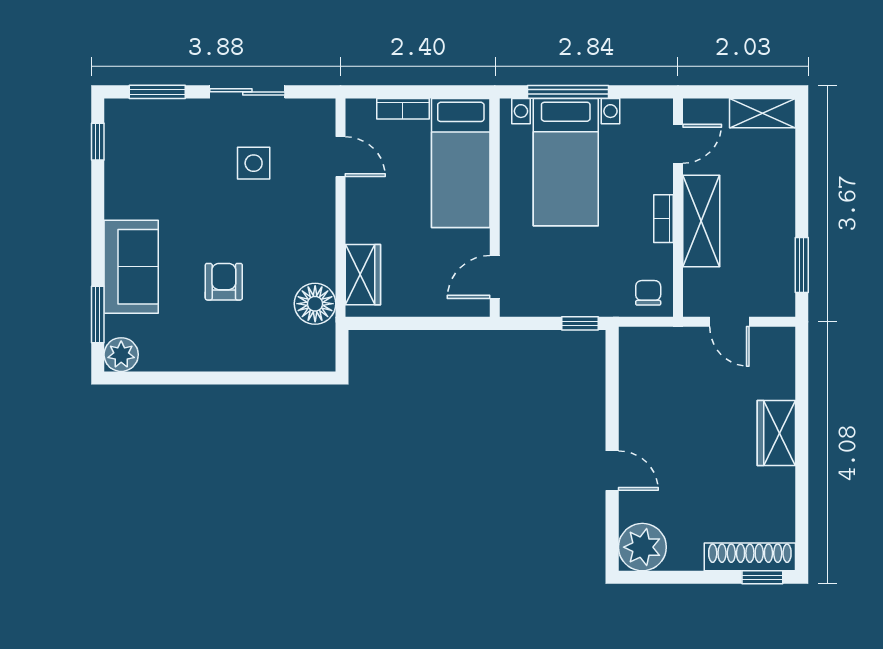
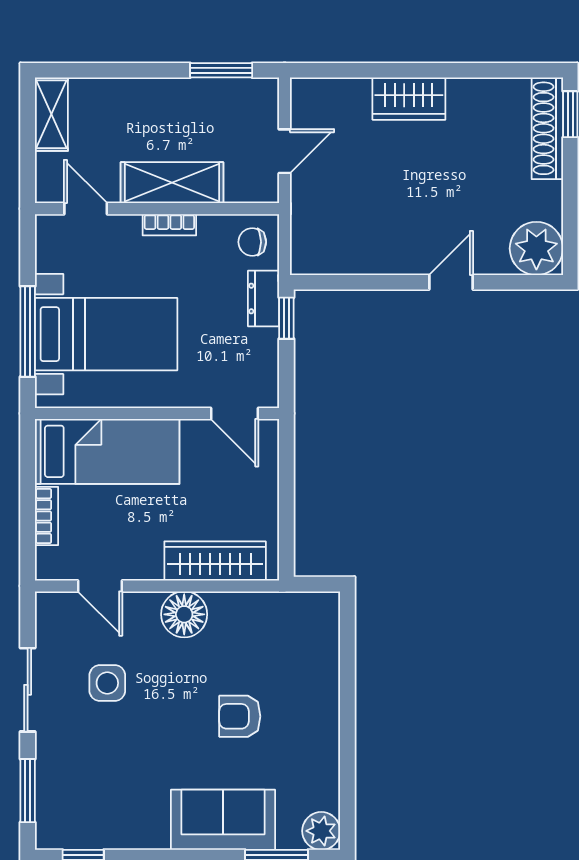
door: (340, 157) -> (100, 586), swing flipped
wardrobe: (363, 275) -> (215, 561), width x1.50
dresser: (598, 303) -> (263, 298), added
floor lamp: (315, 304) -> (184, 614), moved

